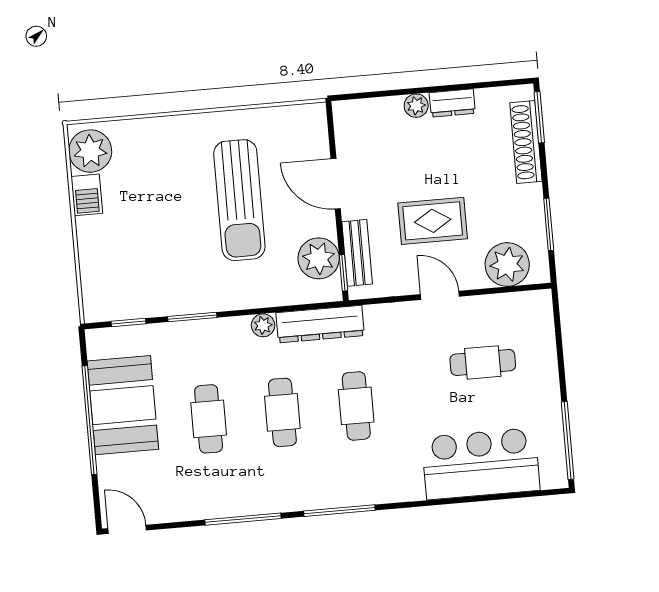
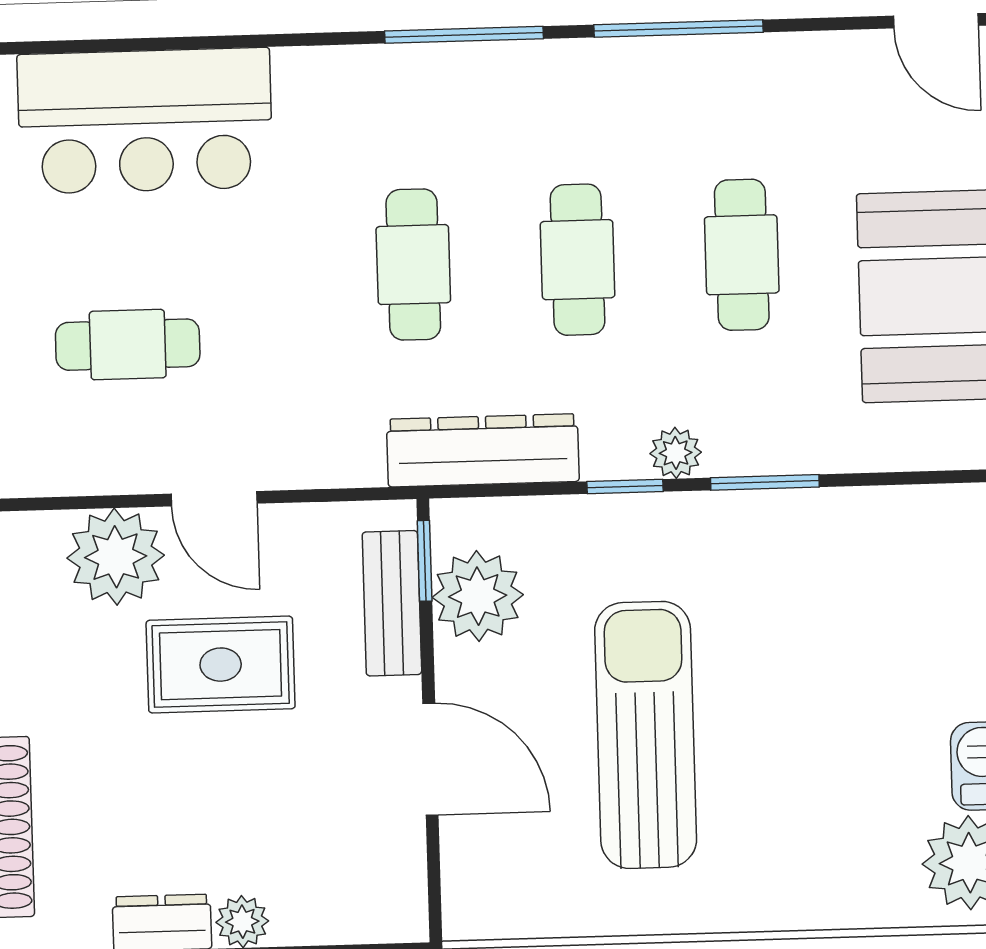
plant: (507, 265) -> (116, 557), moved
window: (128, 323) -> (625, 486), moved
plant: (263, 325) -> (676, 453), moved

